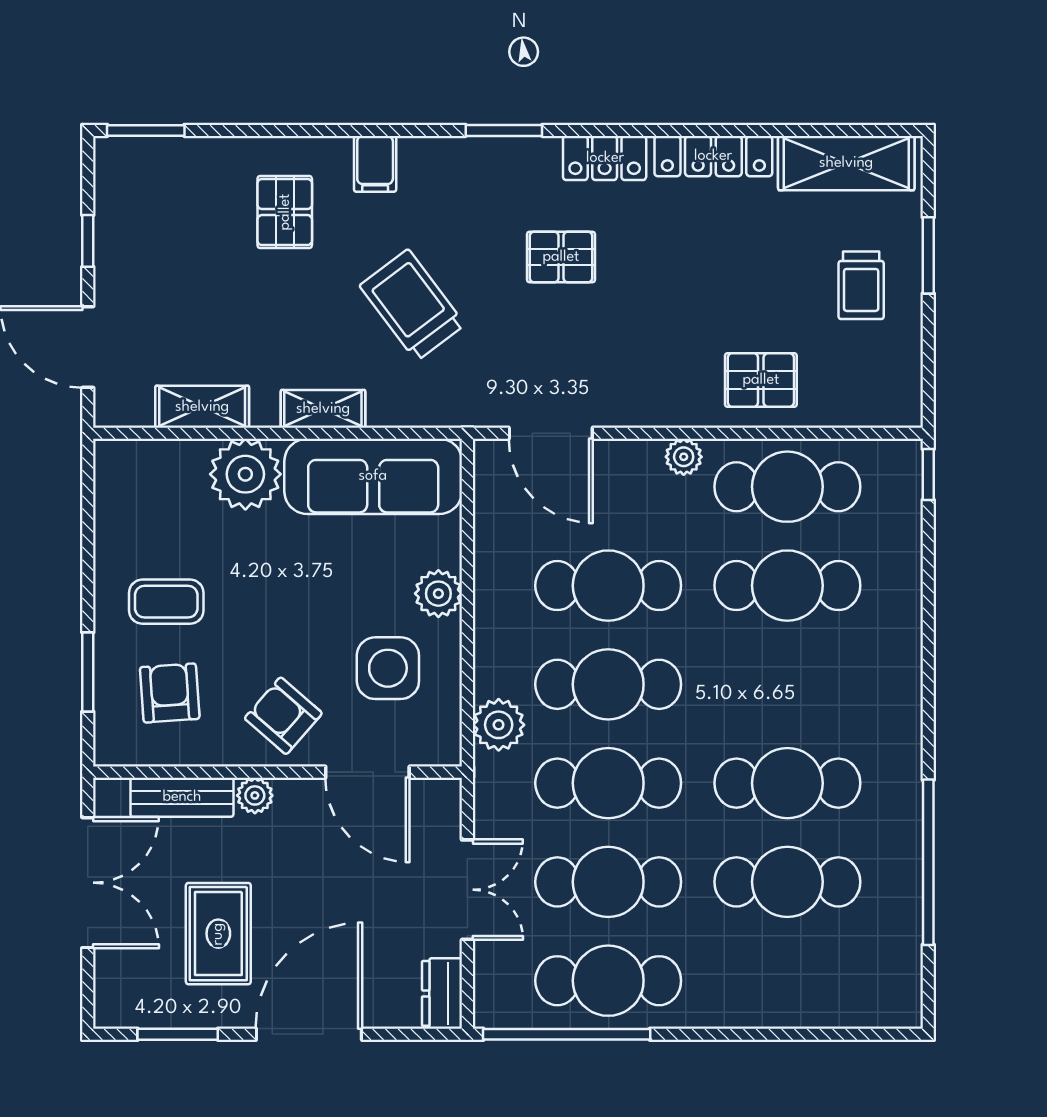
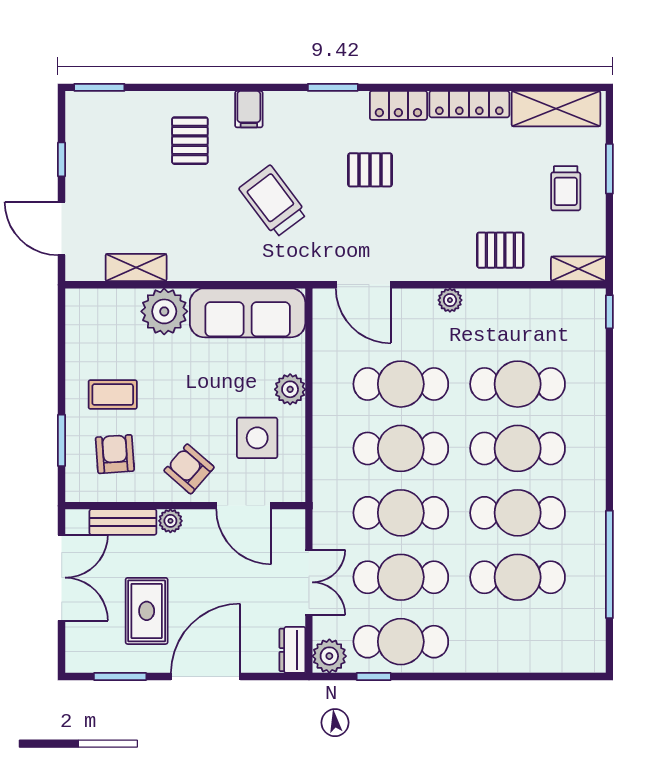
shelving: (323, 409) -> (578, 269), moved
cafe table: (787, 487) -> (518, 448), moved
plant: (499, 725) -> (329, 656), moved
window: (567, 1034) -> (374, 677), width x0.32

